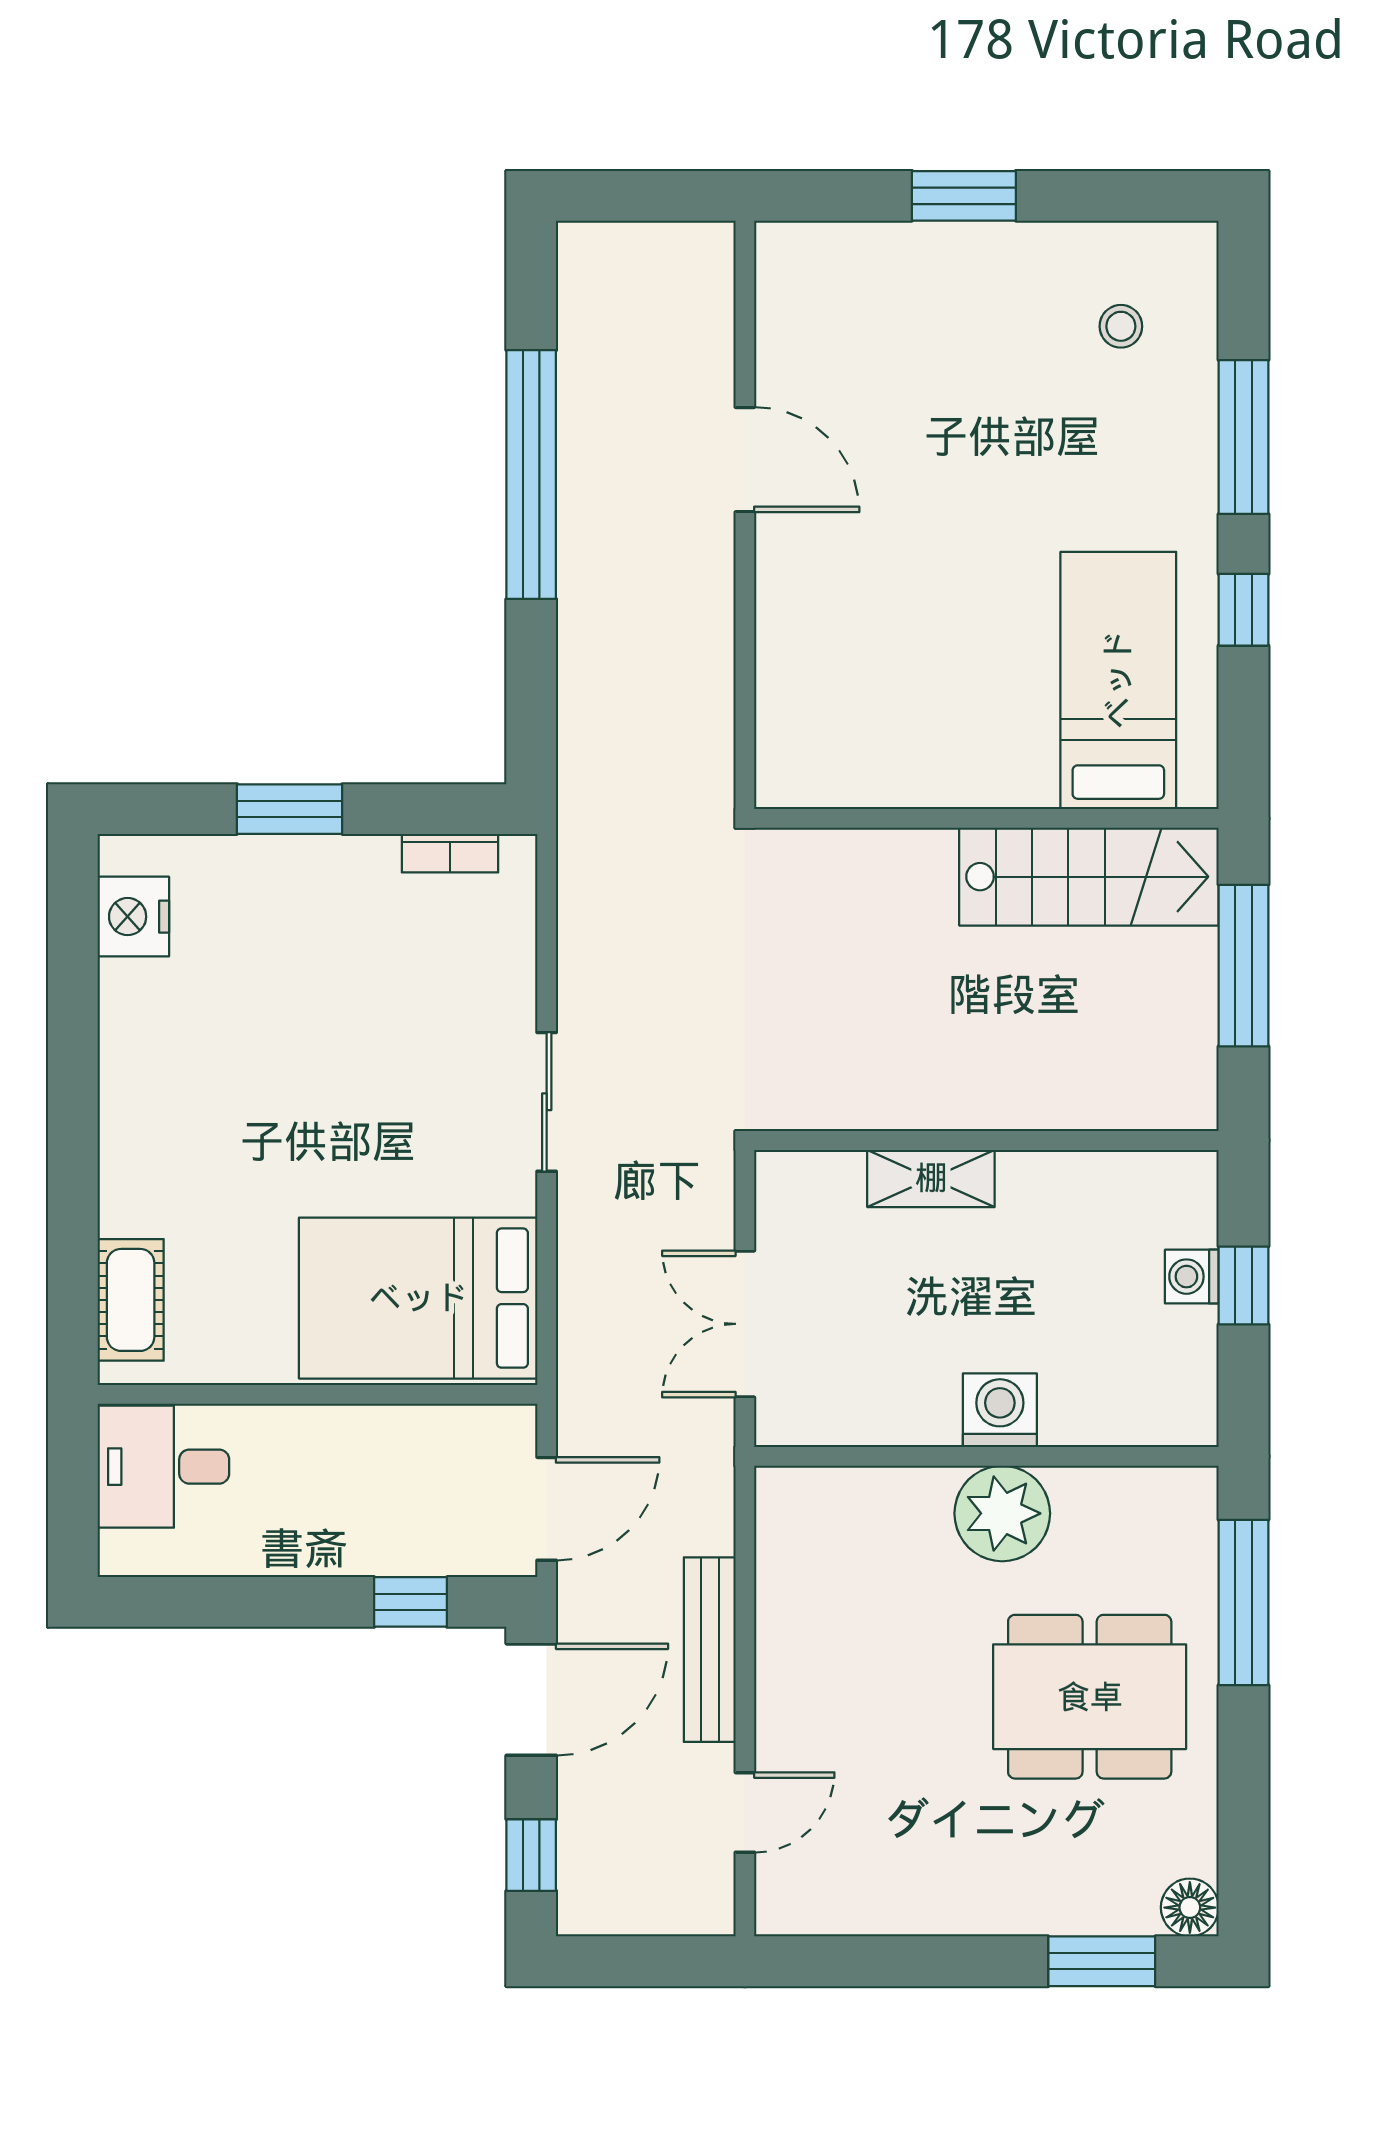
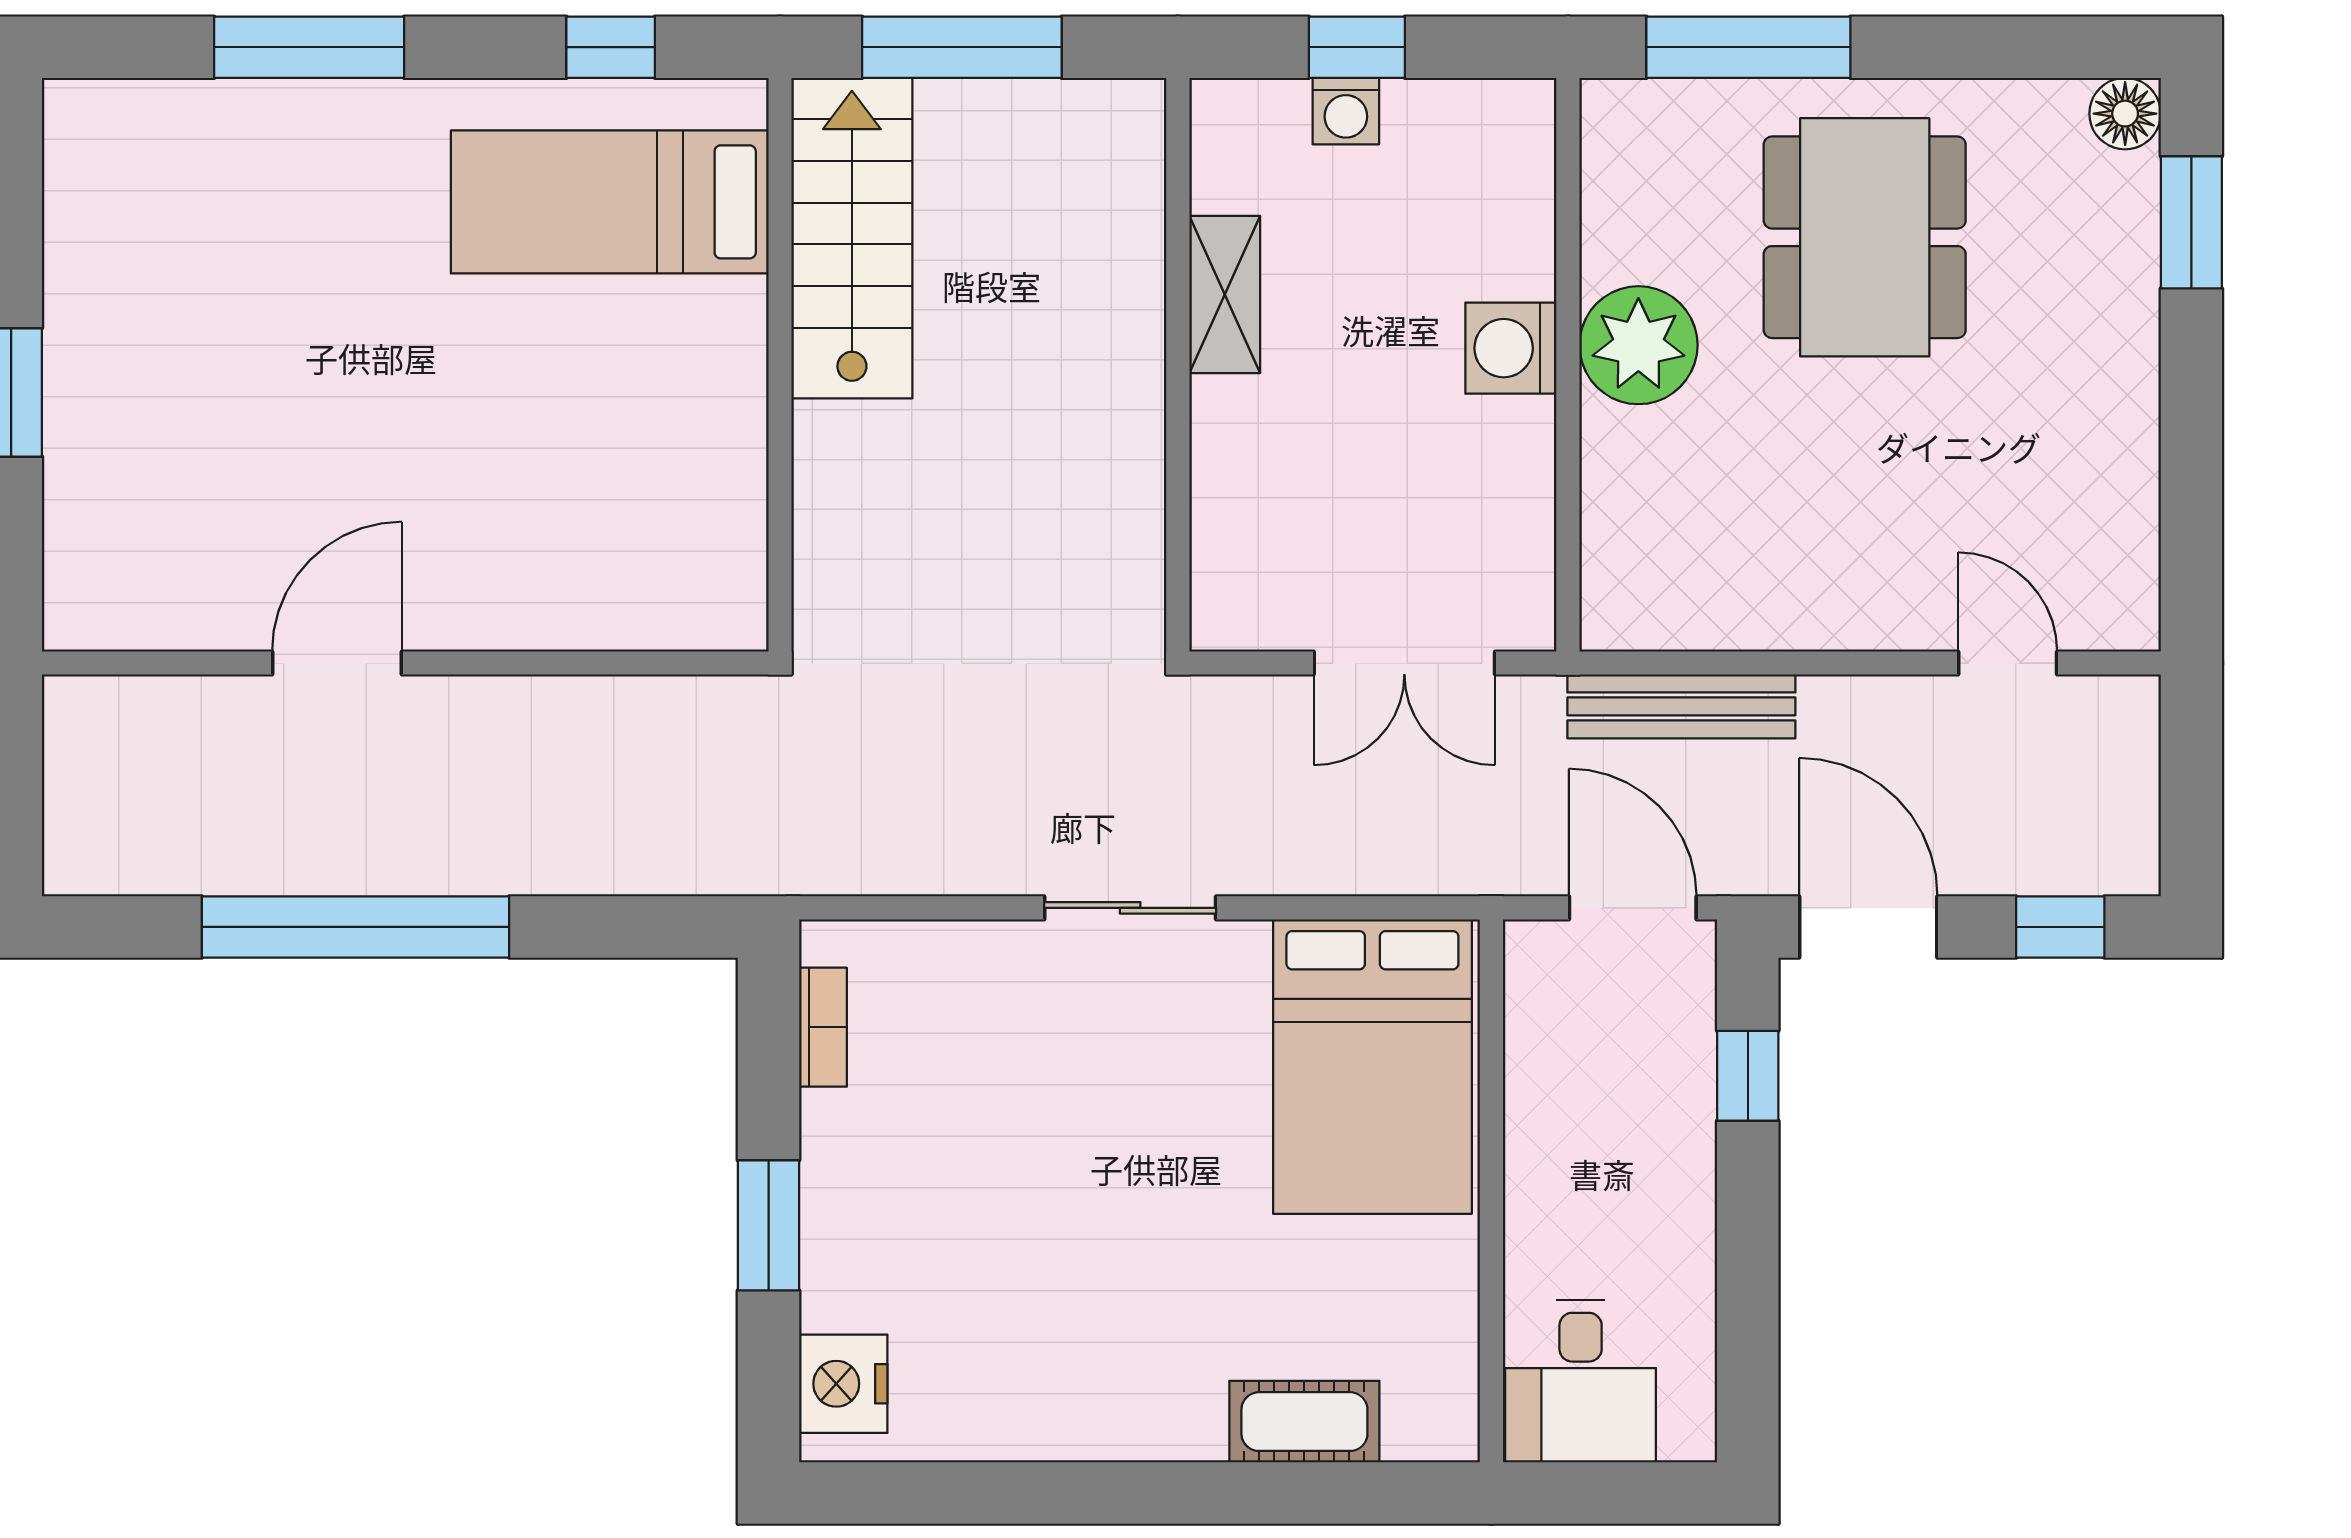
stool: (1121, 326) -> (172, 199), removed
window: (1244, 610) -> (611, 47), moved
nightstand: (133, 917) -> (843, 1384), moved, turned 90
shelving: (931, 1178) -> (1225, 295), moved
cot: (131, 1300) -> (1304, 1422), moved
bench: (710, 1650) -> (1681, 706), moved

